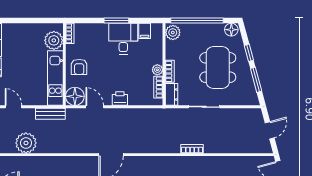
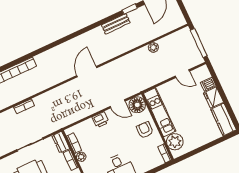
bench: (50, 114) -> (150, 82), removed
plant: (26, 143) -> (153, 47), width x0.53, depth x0.53

